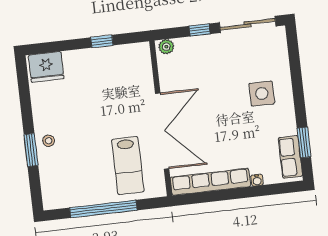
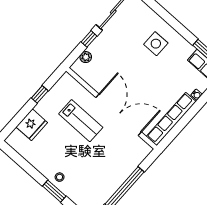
plant: (166, 47) -> (86, 57), moved
fridge: (46, 67) -> (32, 125), moved
lab bench: (128, 165) -> (81, 121), moved

